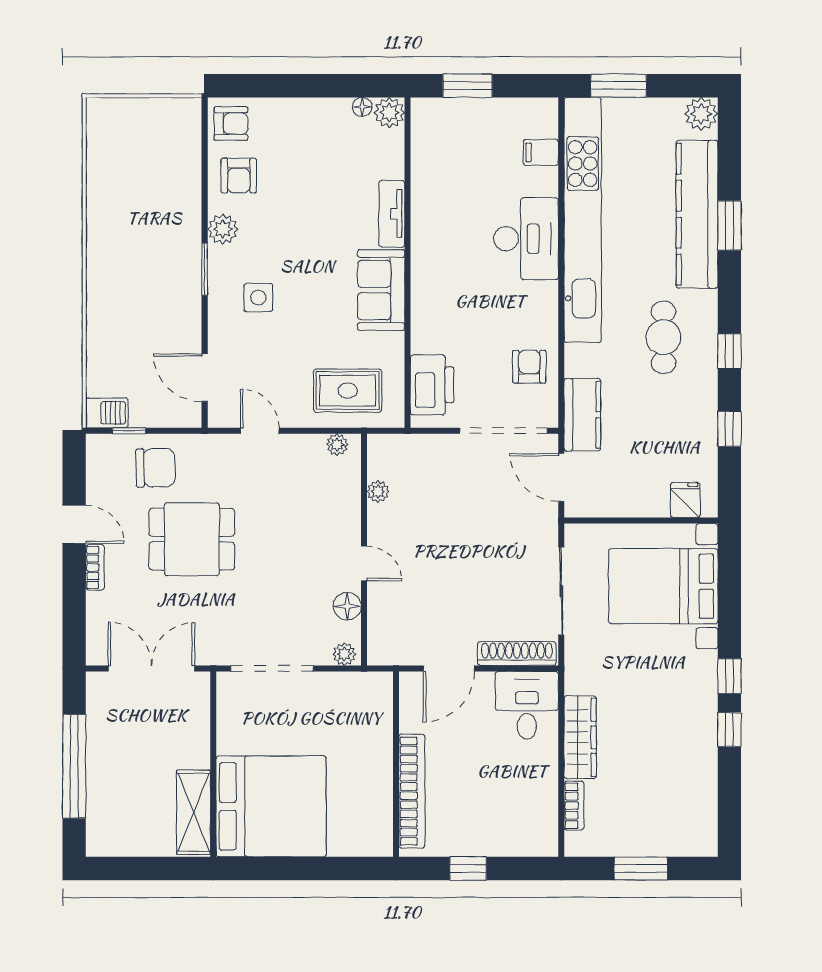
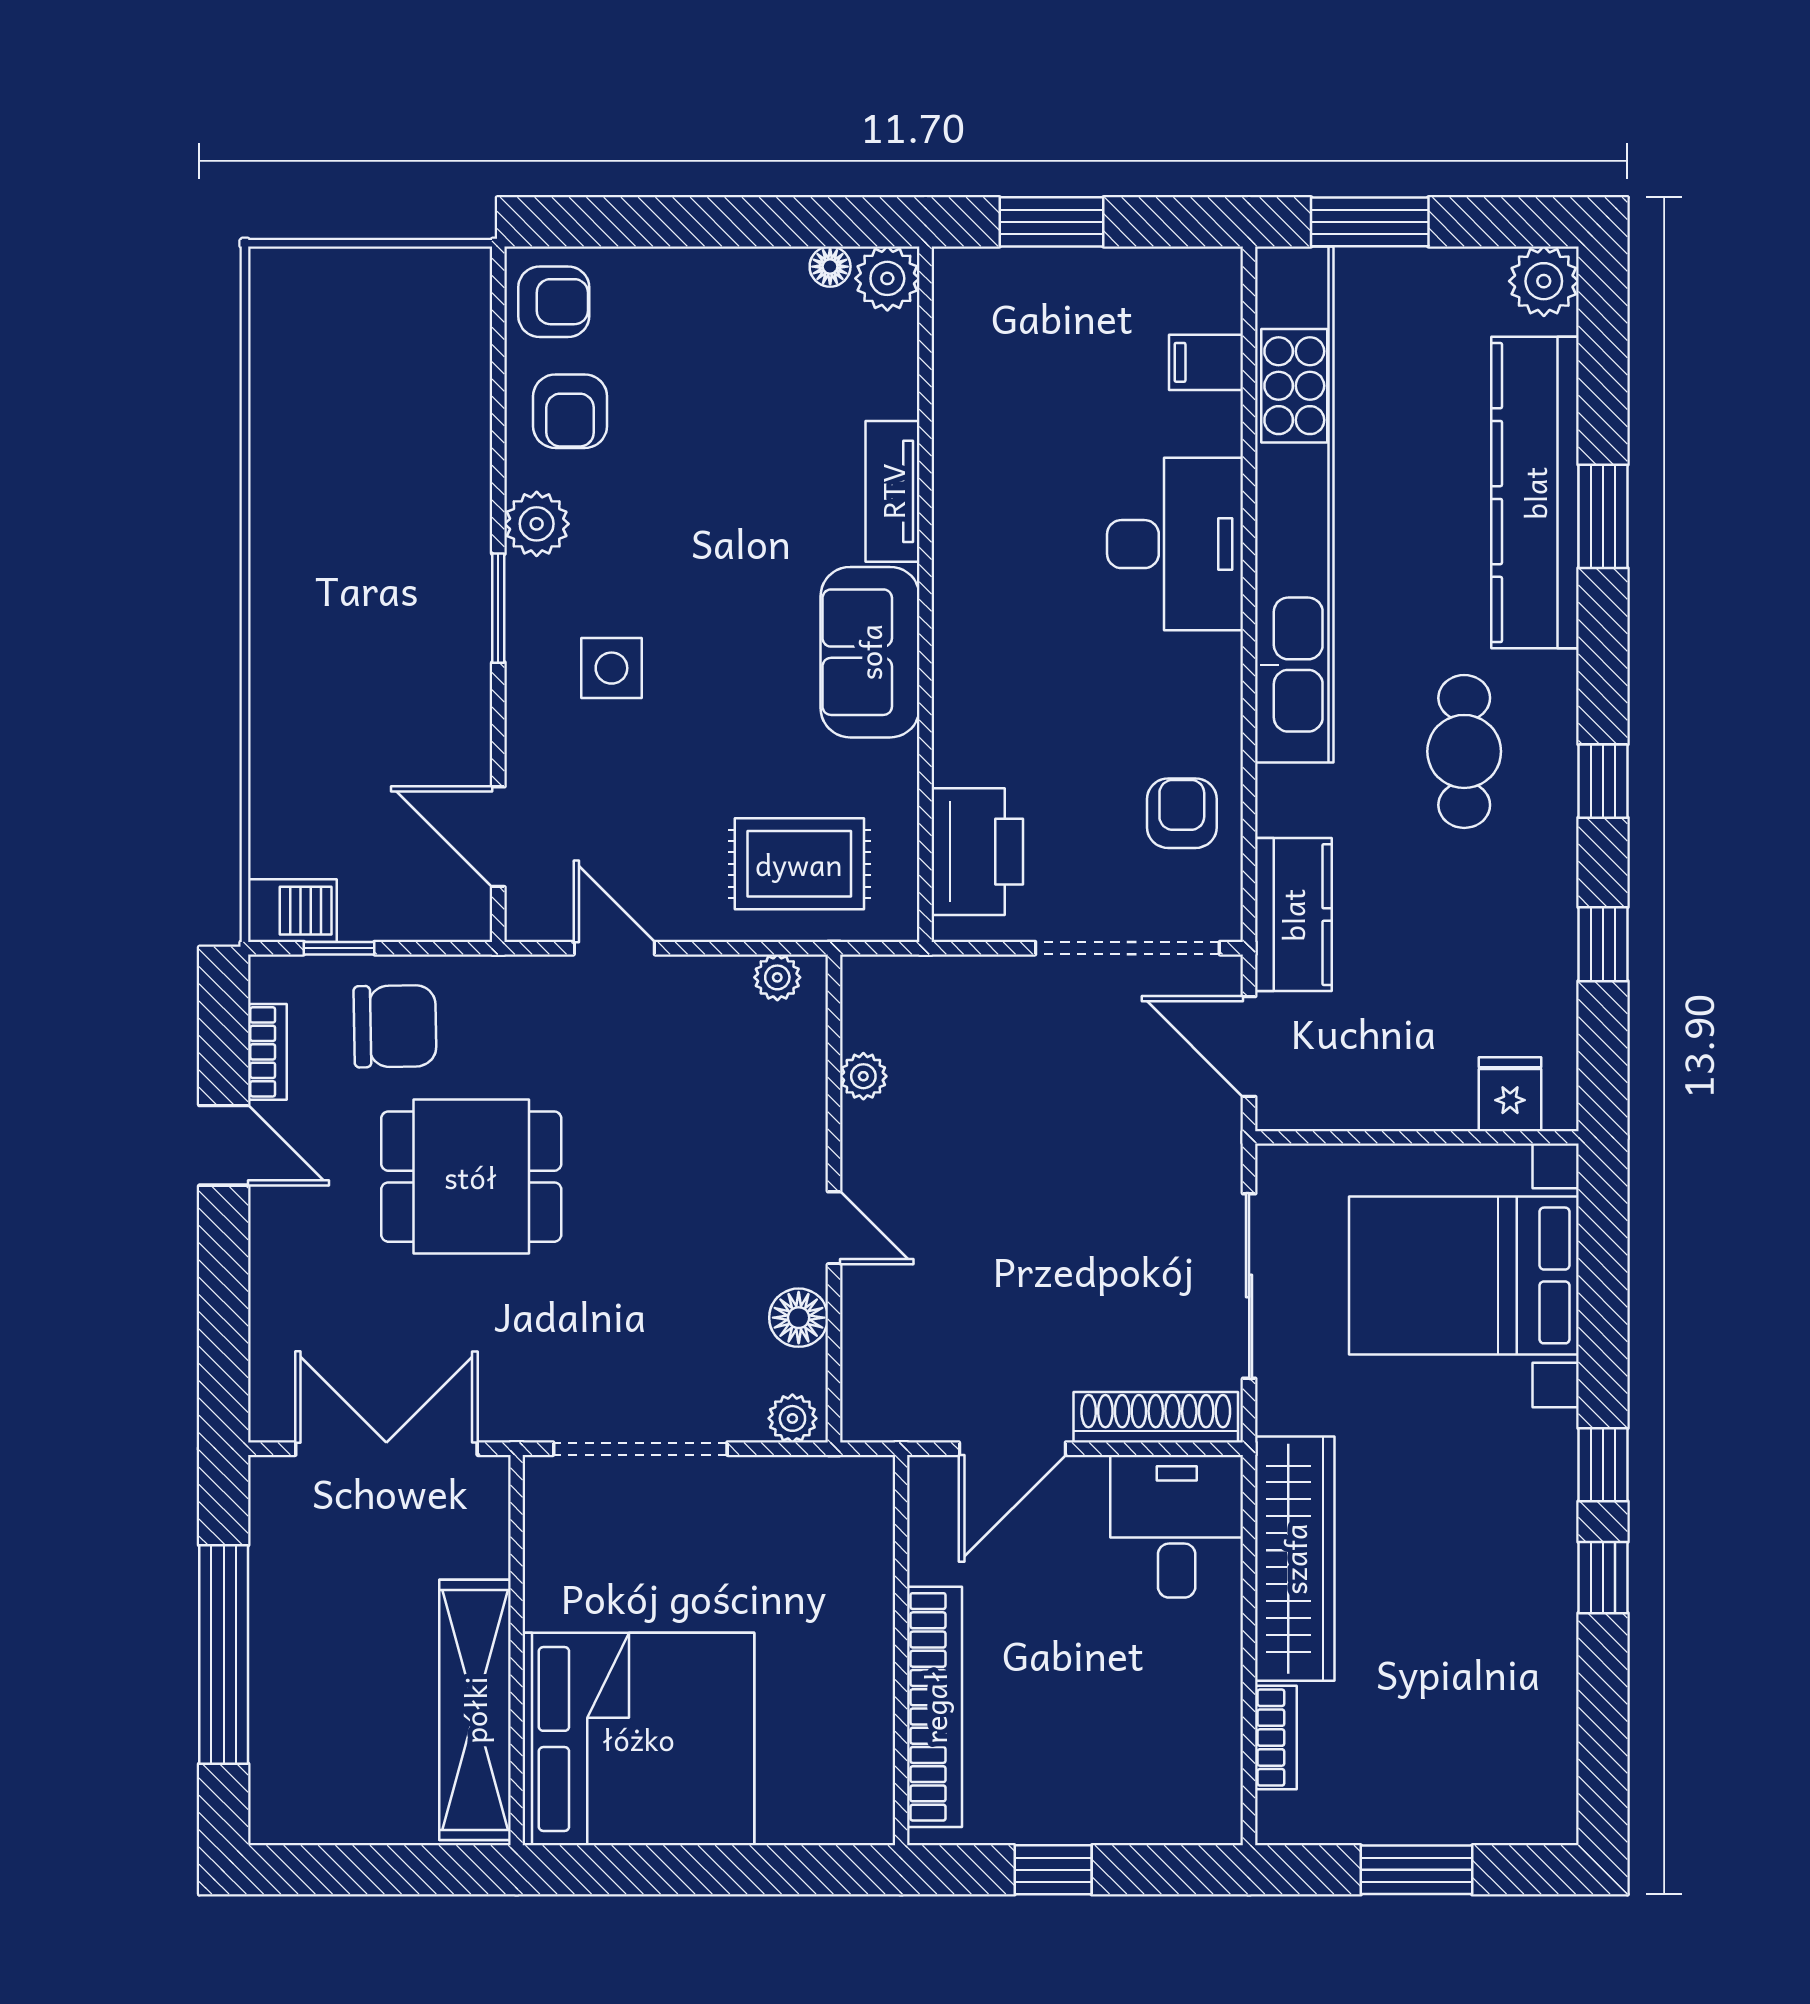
bookcase: (95, 567) -> (267, 1052), moved
wardrobe: (580, 737) -> (1295, 1559), width x1.40, depth x1.17
shelving: (194, 812) -> (475, 1710), width x1.47

